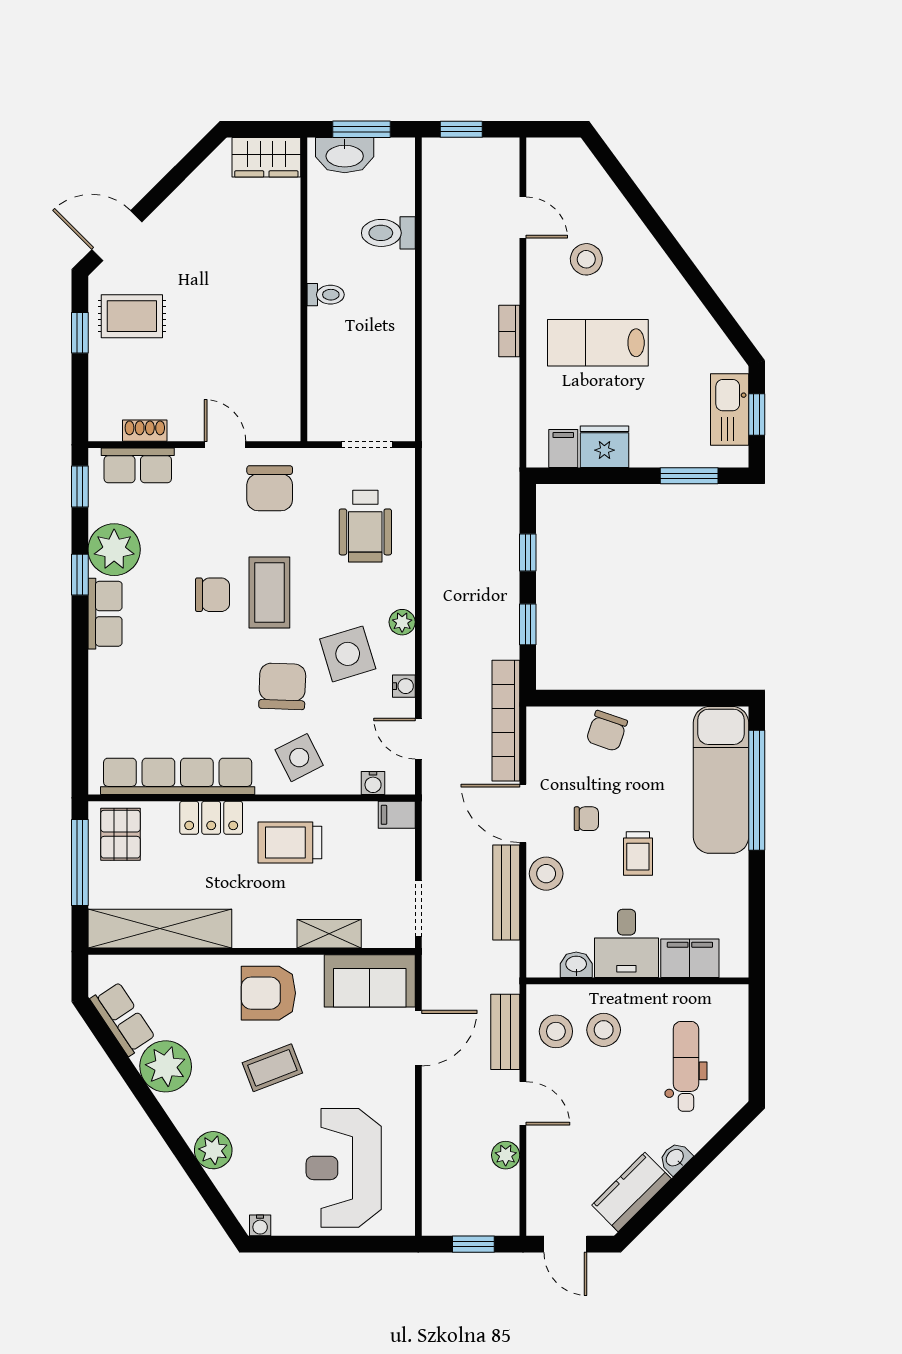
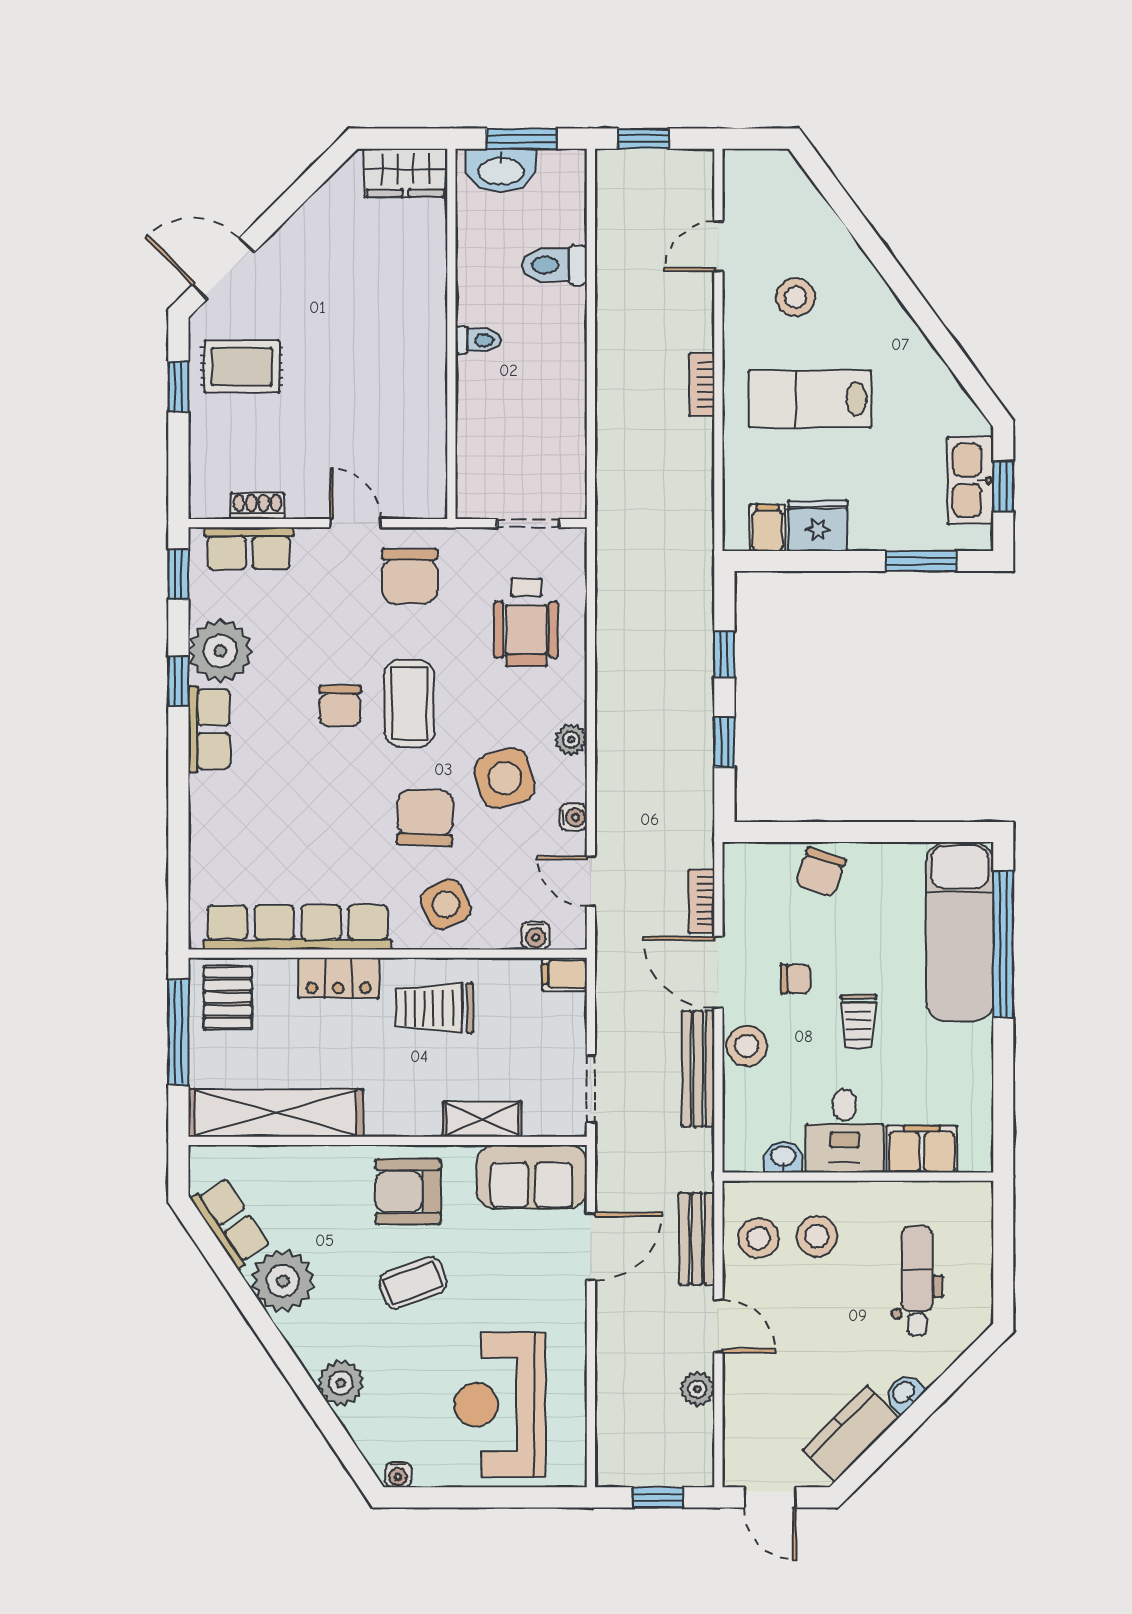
door: (523, 217) -> (718, 246), swing flipped
chair: (212, 595) -> (340, 706), turned 90
bookcase: (506, 721) -> (702, 901), width x0.43, depth x0.76

